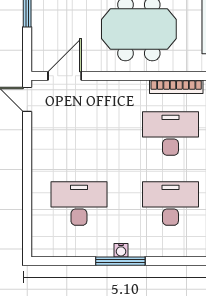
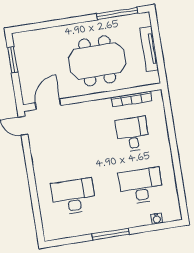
desk: (170, 134) -> (133, 134), width x0.73
water cooler: (121, 250) -> (157, 219), moved

